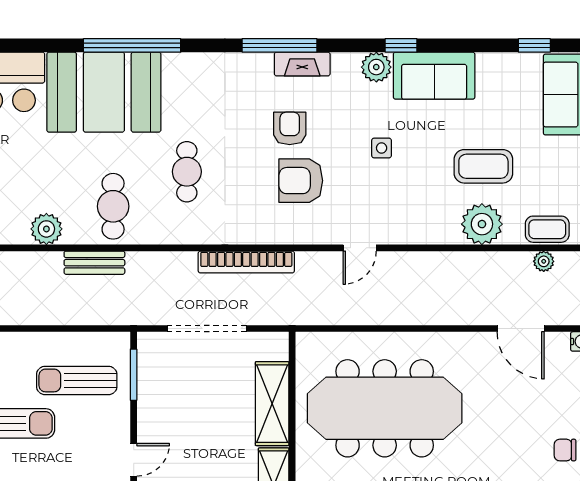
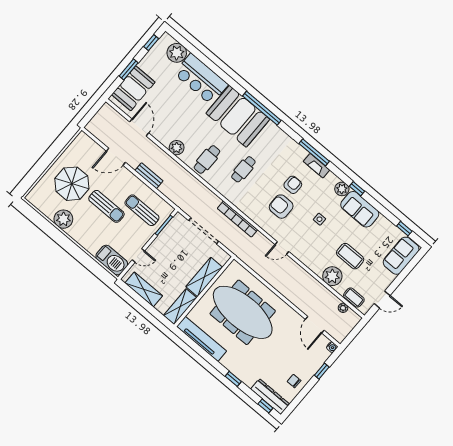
bench: (94, 263) -> (149, 176), moved

